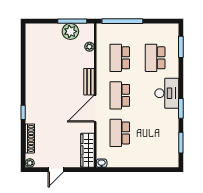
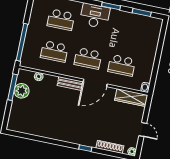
door: (95, 108) -> (95, 83), hinge flipped

